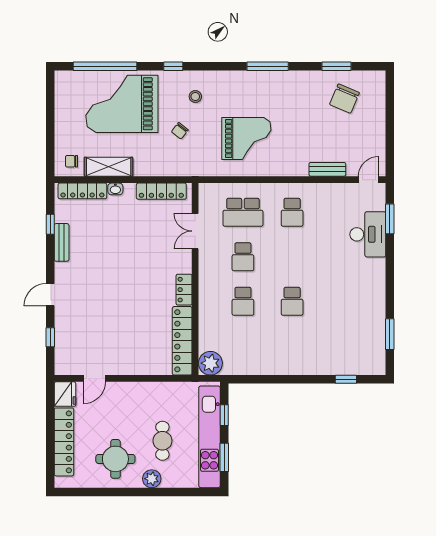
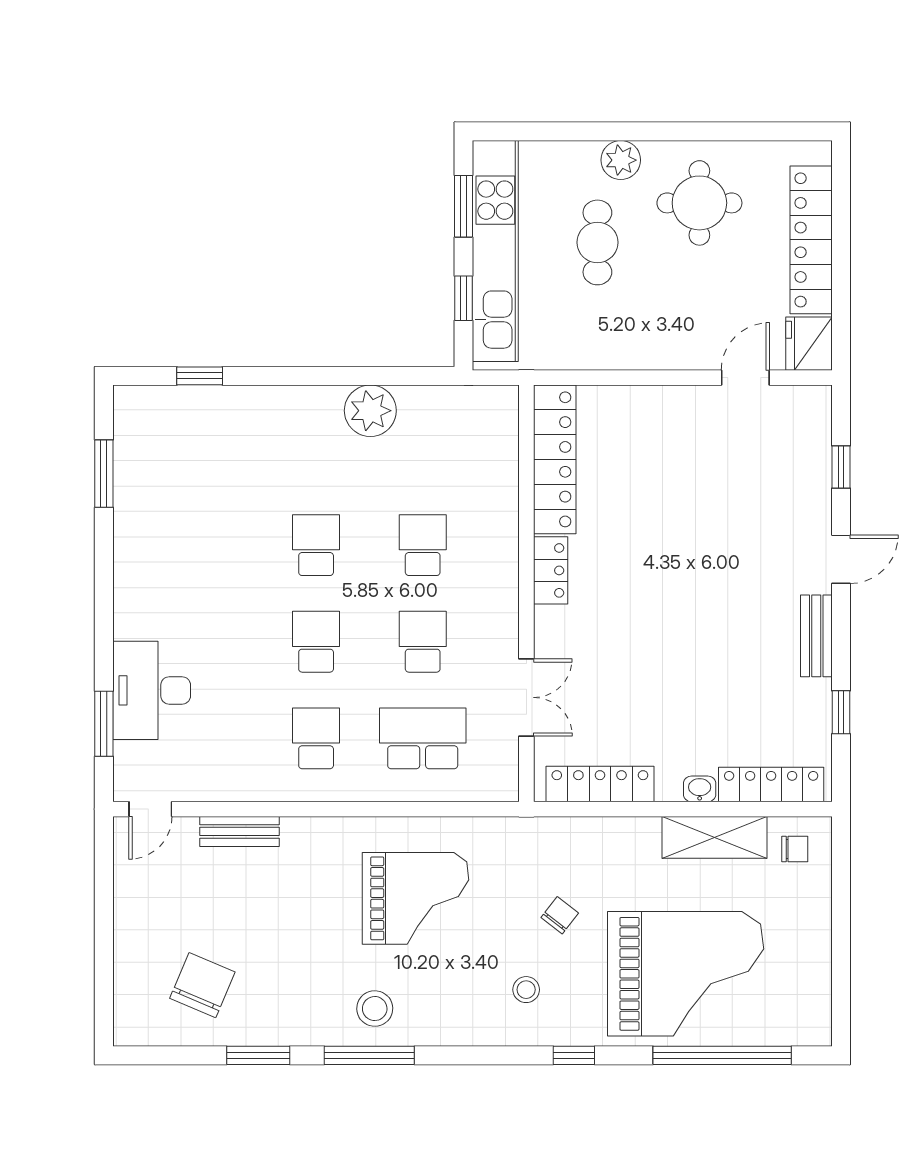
window: (337, 66) -> (258, 1055), moved
stool: (265, 88) -> (375, 1009), added
grand piano: (246, 139) -> (416, 898), turned 180
bench: (62, 242) -> (816, 636), moved
school desk: (292, 257) -> (316, 642), added
plant: (210, 363) -> (370, 411), moved

